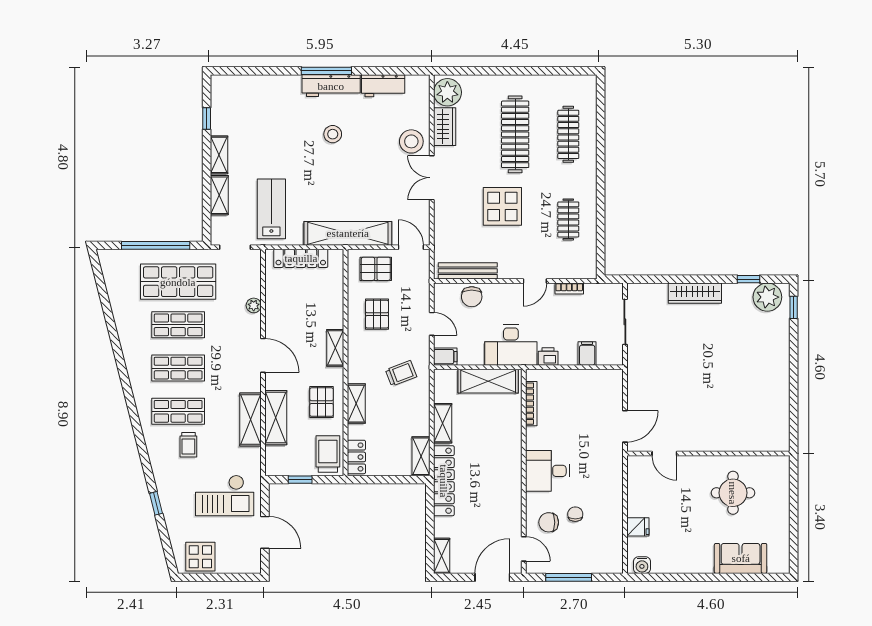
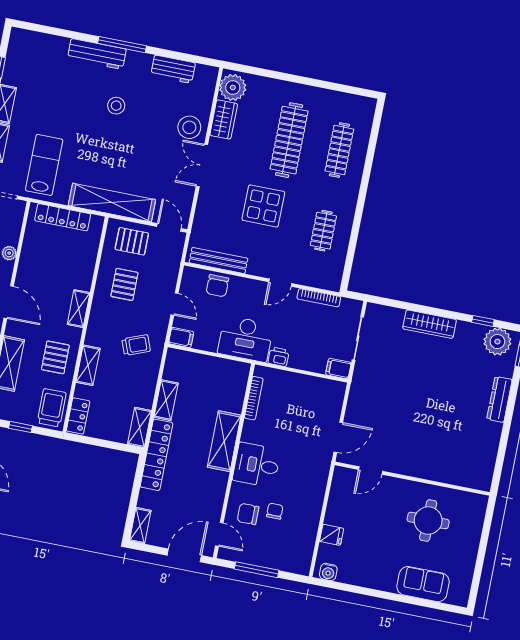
workbench: (331, 86) -> (97, 54), moved
bookcase: (569, 288) -> (319, 298), width x1.56
filing cabinet: (587, 354) -> (338, 369), moved, turned -90
dresser: (781, 355) -> (499, 399), added
shelving: (488, 381) -> (224, 441), moved, turned 90
door: (664, 453) -> (371, 470), hinge flipped

